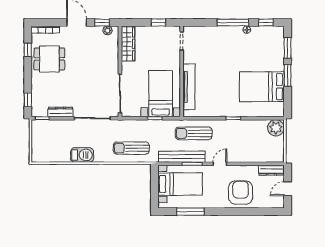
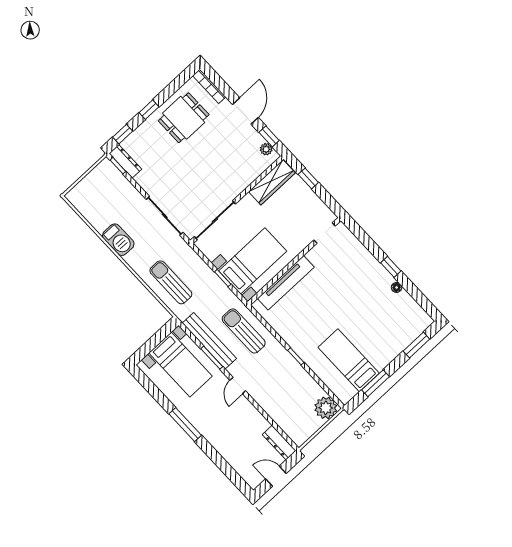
window: (158, 22) -> (308, 178), moved
window: (233, 22) -> (391, 267), width x0.46
window: (266, 22) -> (422, 300), removed
window: (28, 50) -> (149, 110), moved
dining table: (49, 59) -> (184, 118), turned 90
window: (288, 75) -> (375, 383), moved
bed: (262, 87) -> (349, 360), width x0.67
dresser: (60, 112) -> (125, 161), moved
door: (220, 164) -> (238, 385), swing flipped
armchair: (241, 193) -> (228, 433), removed
window: (190, 212) -> (185, 425), moved

